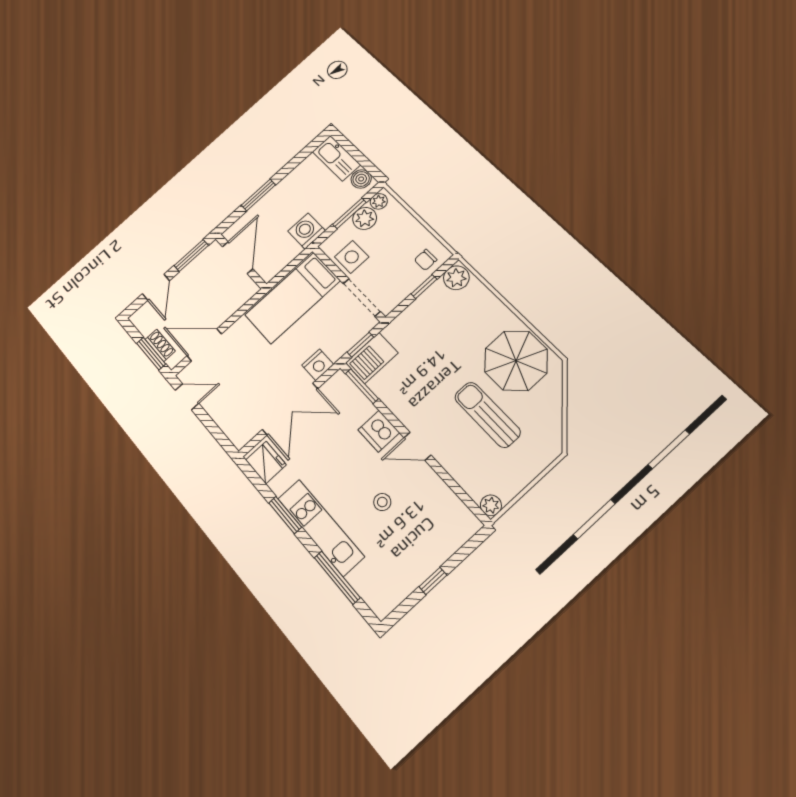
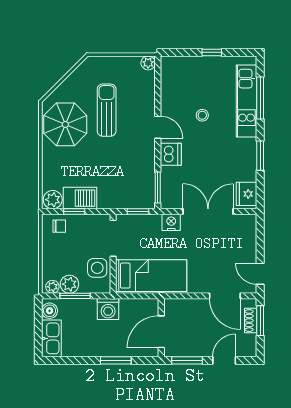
barbecue: (372, 358) -> (80, 198), moved
sun lounger: (487, 415) -> (107, 110), turned 180
kitchen unit: (321, 527) -> (247, 101), moved

